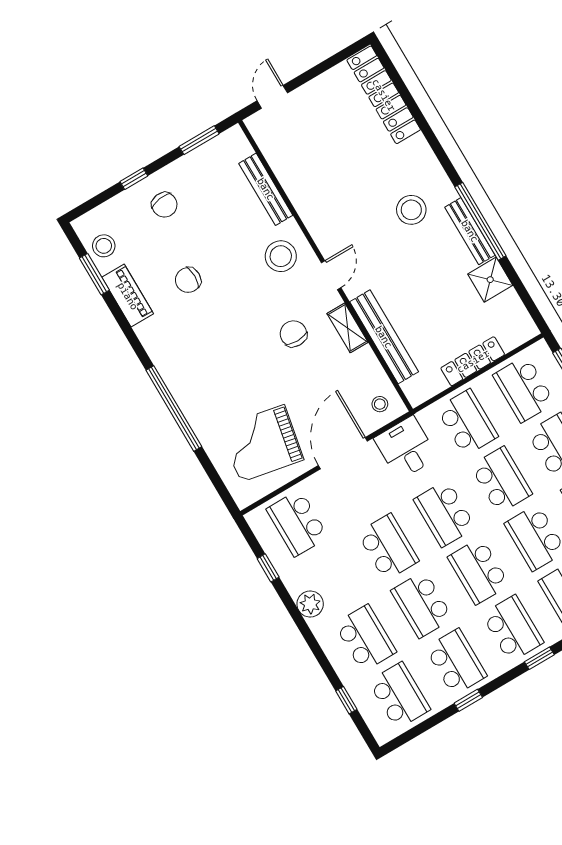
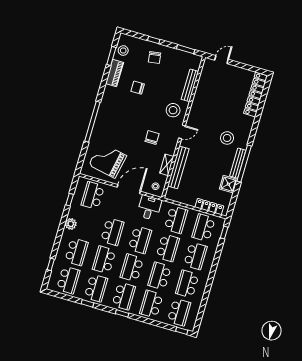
shelving: (348, 328) -> (167, 165), moved
locker: (473, 361) -> (209, 207), moved
school desk: (445, 513) -> (140, 240), turned 180

